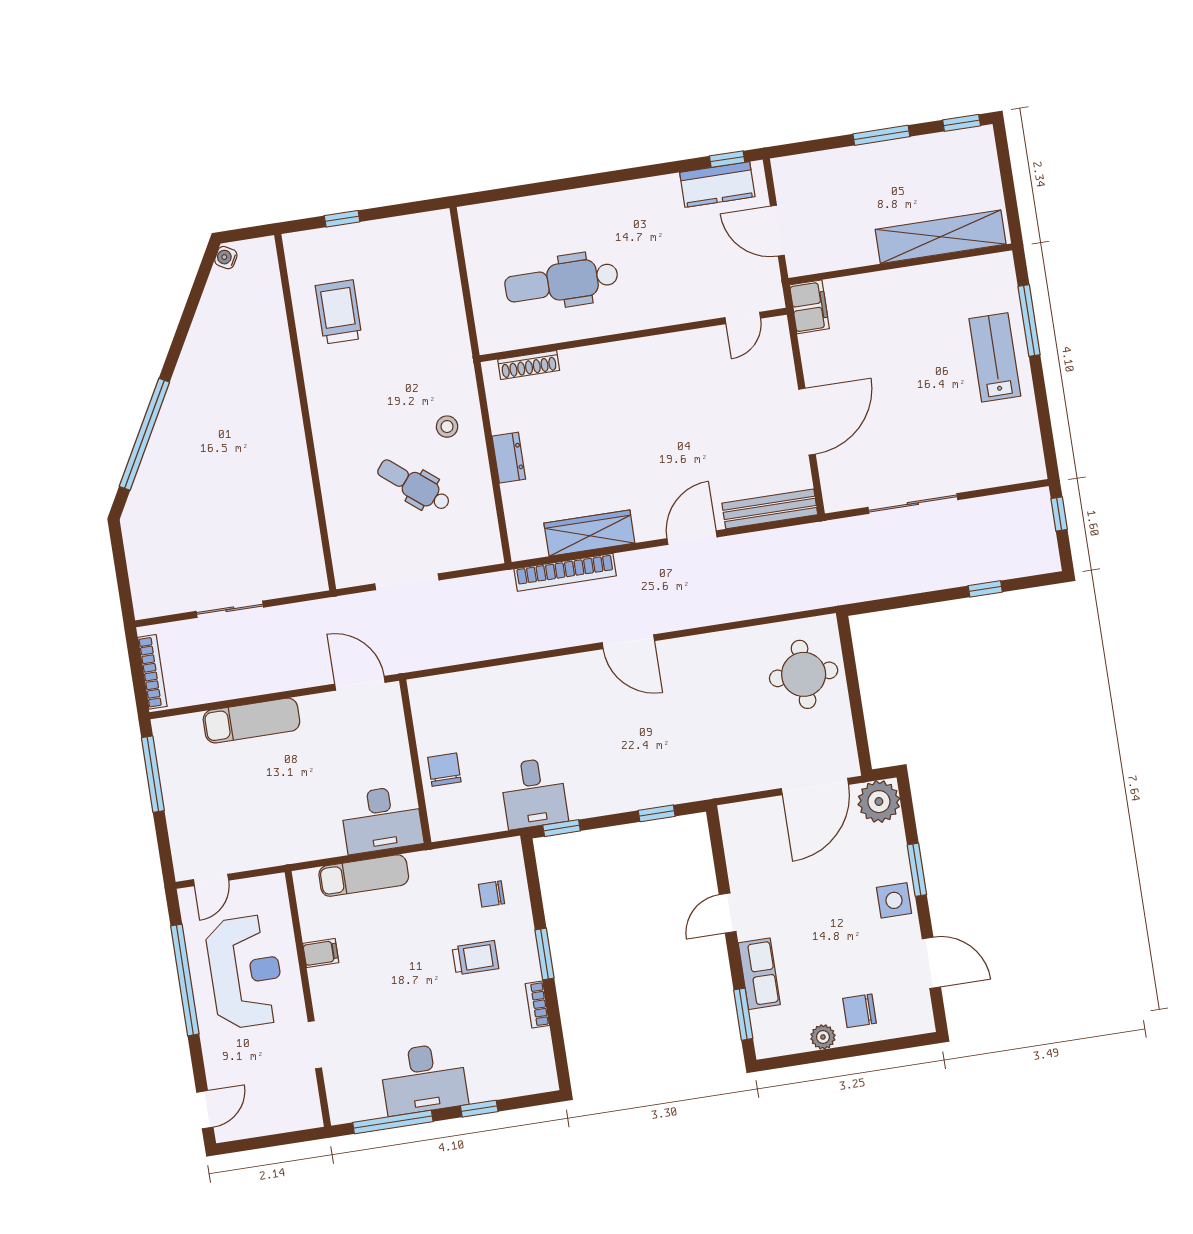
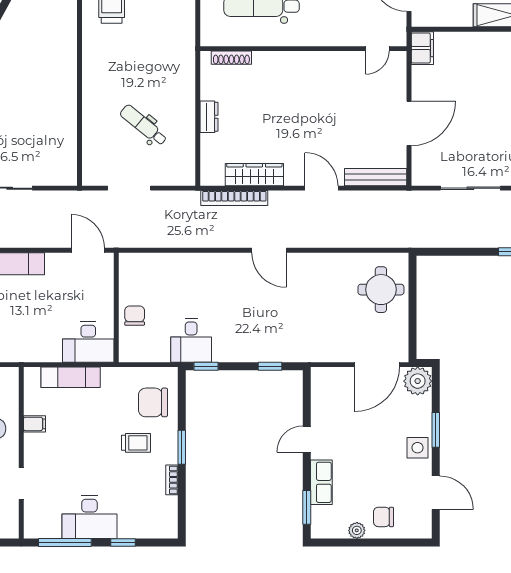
stool: (447, 427) -> (171, 90), removed
door: (692, 538) -> (321, 188), hinge flipped
chair: (492, 894) -> (153, 402), width x1.87, depth x1.87

